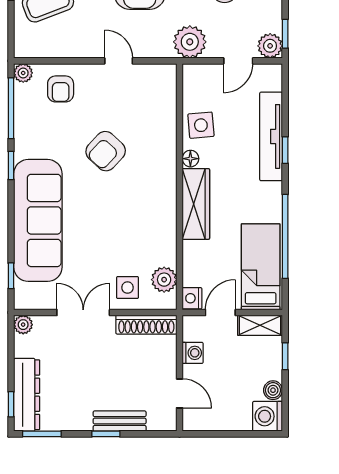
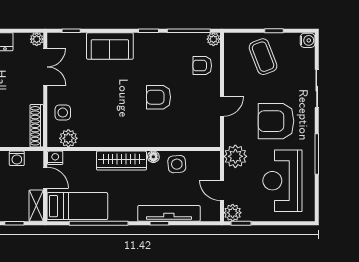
armchair: (106, 151) -> (159, 97), turned -43
sofa: (38, 220) -> (110, 46), width x0.54, depth x0.79
double door: (83, 312) -> (45, 67), moved

